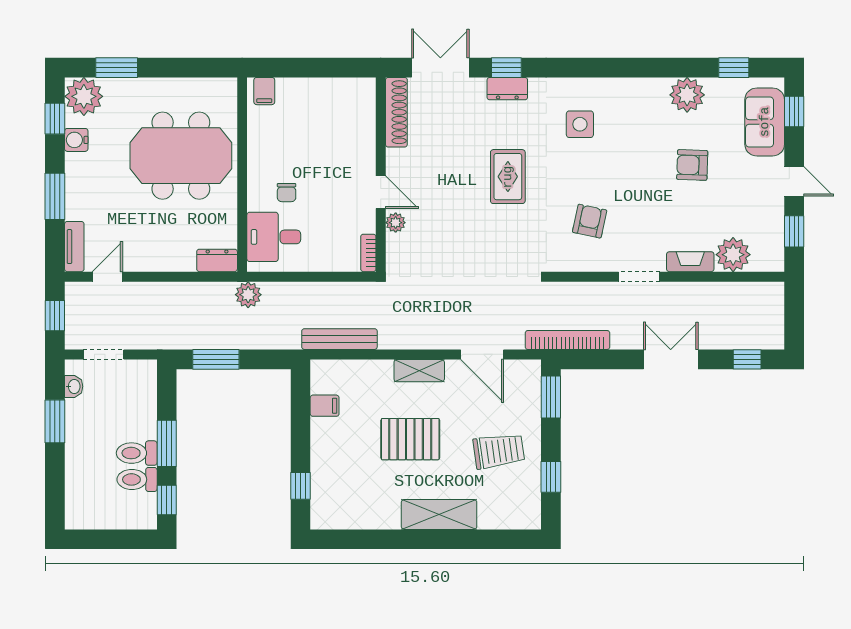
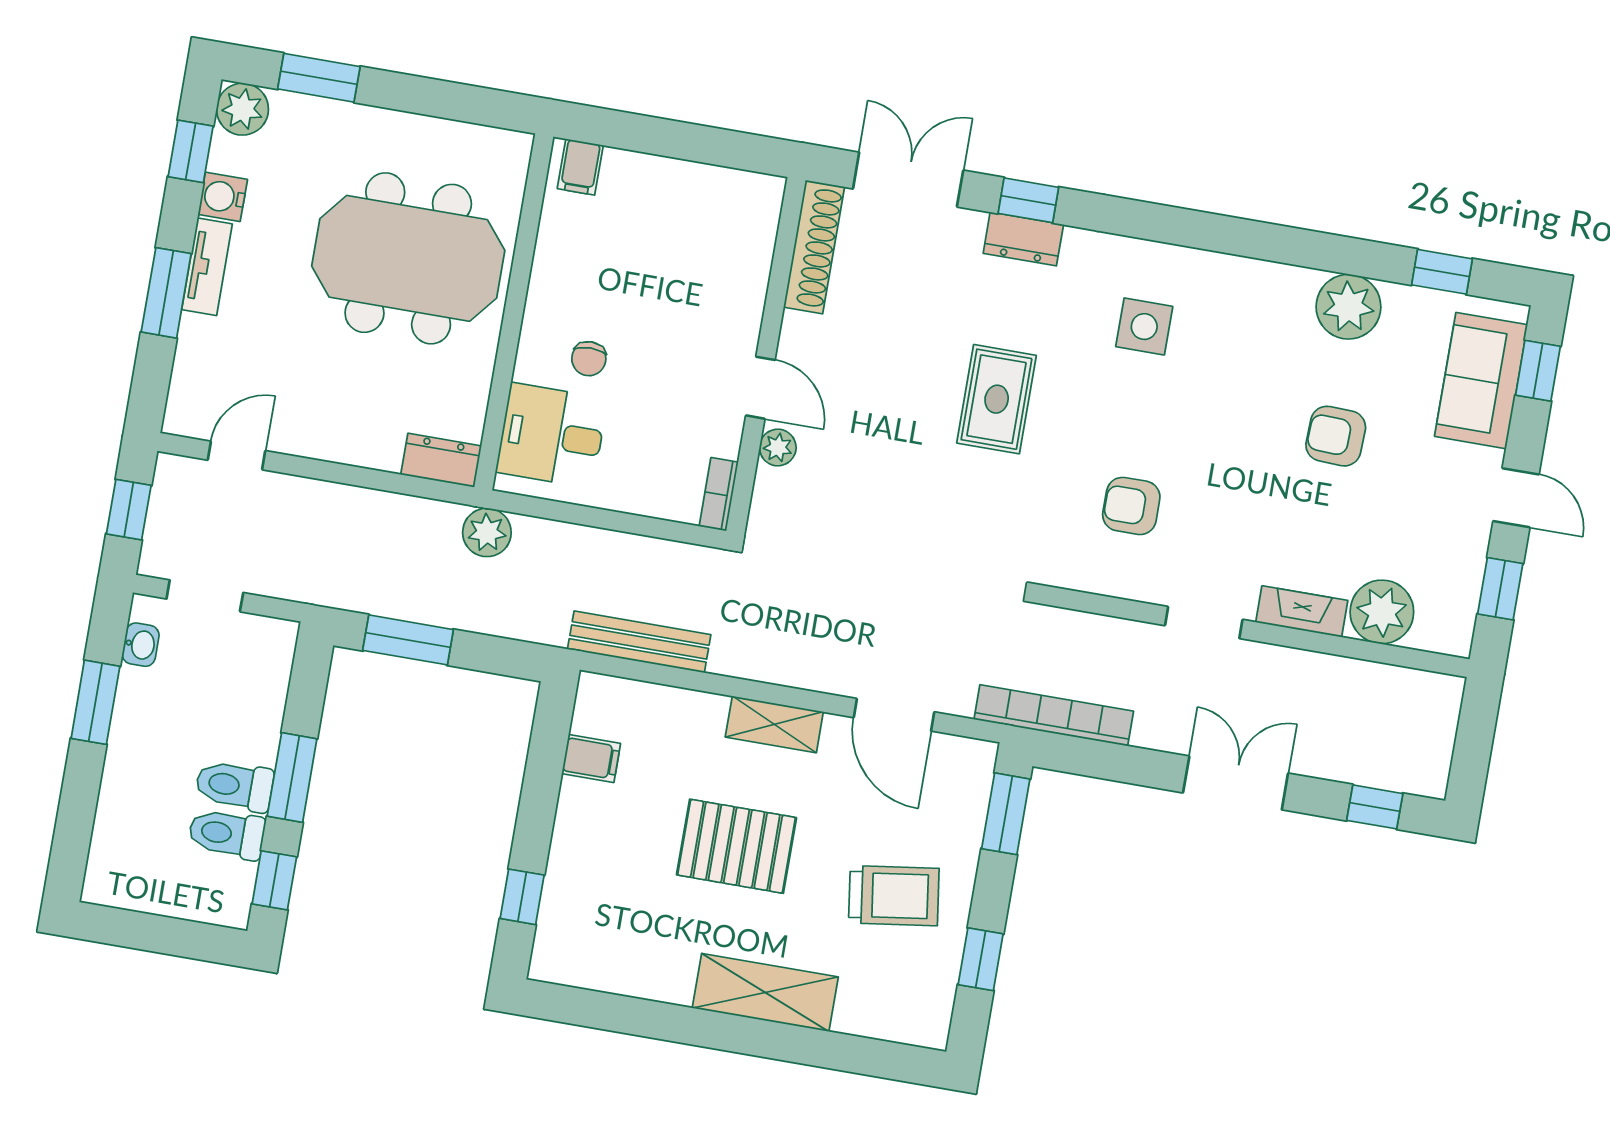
plant: (84, 96) -> (242, 109), width x0.73, depth x0.73
armchair: (590, 221) -> (1131, 506), turned -102
tv unit: (74, 247) -> (207, 267), moved

